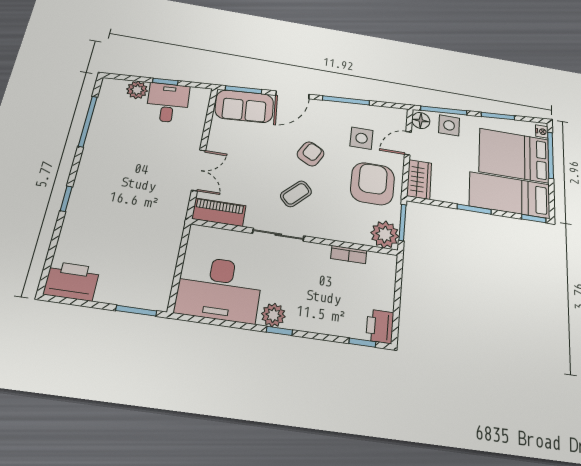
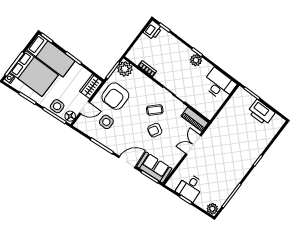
plant: (137, 90) -> (212, 209), moved
armchair: (311, 154) -> (155, 130), moved
printer: (72, 281) -> (261, 112), moved
desk: (219, 289) -> (219, 84), width x0.73, depth x0.77

